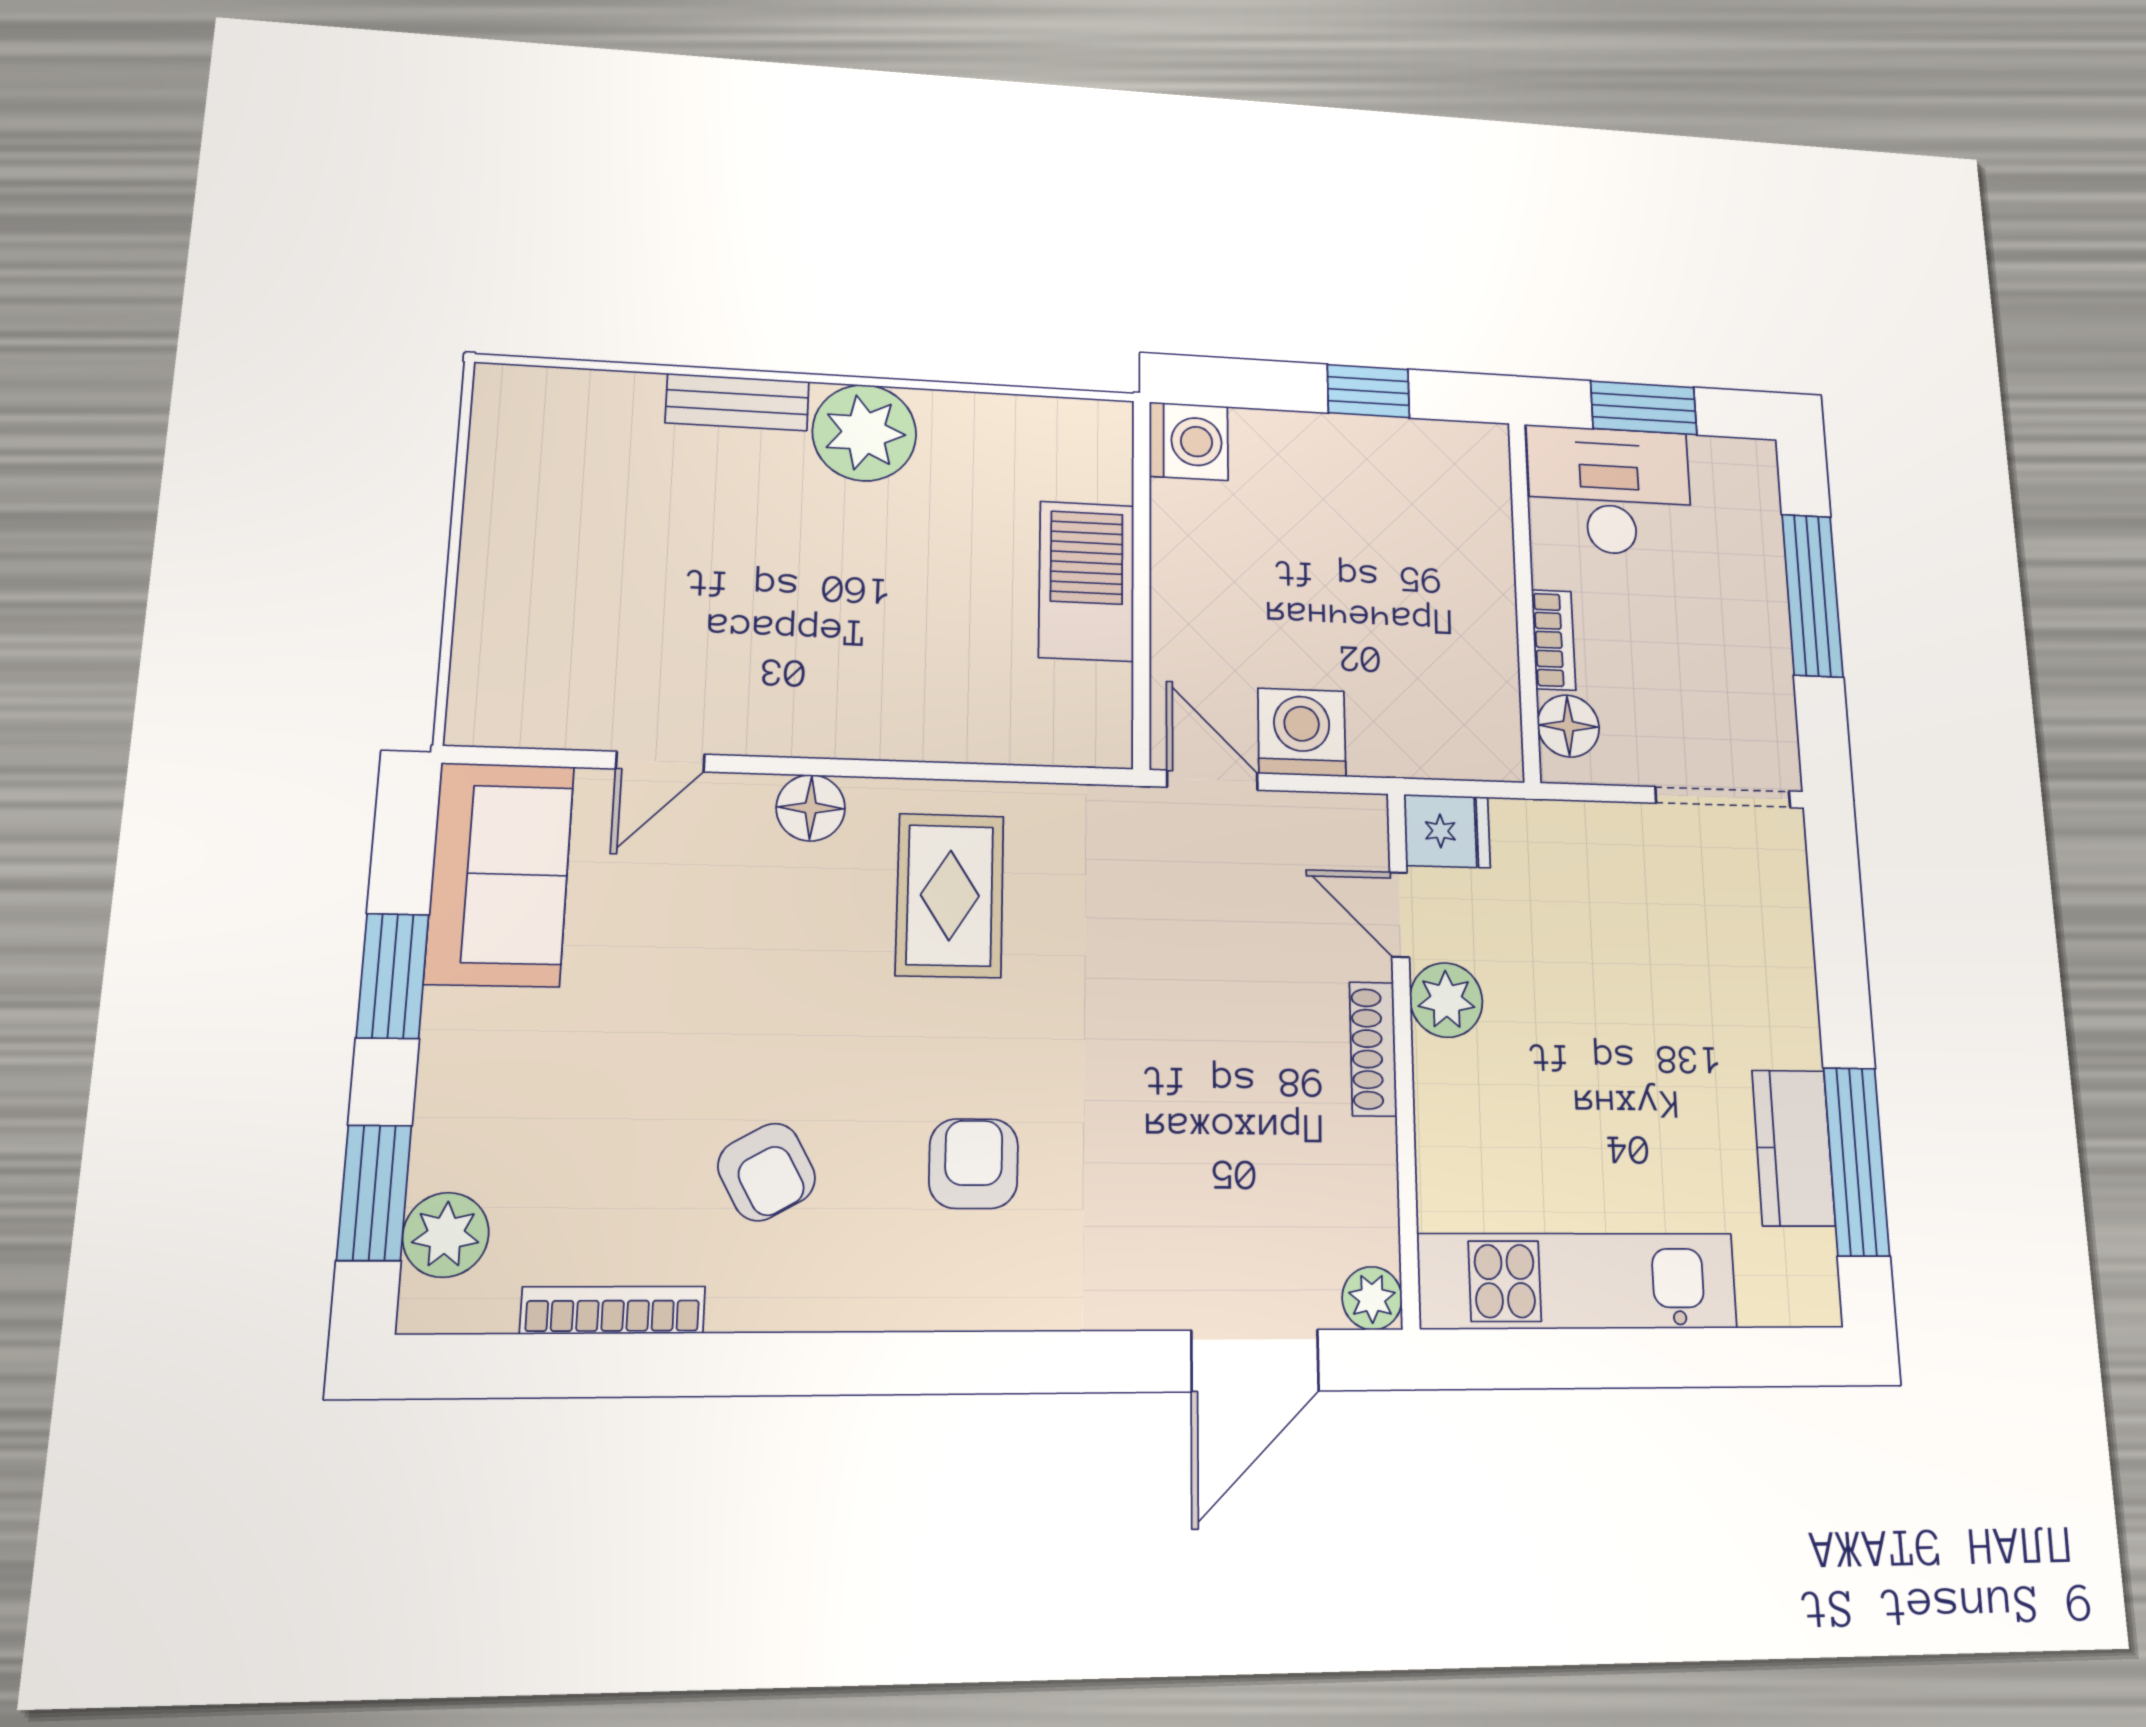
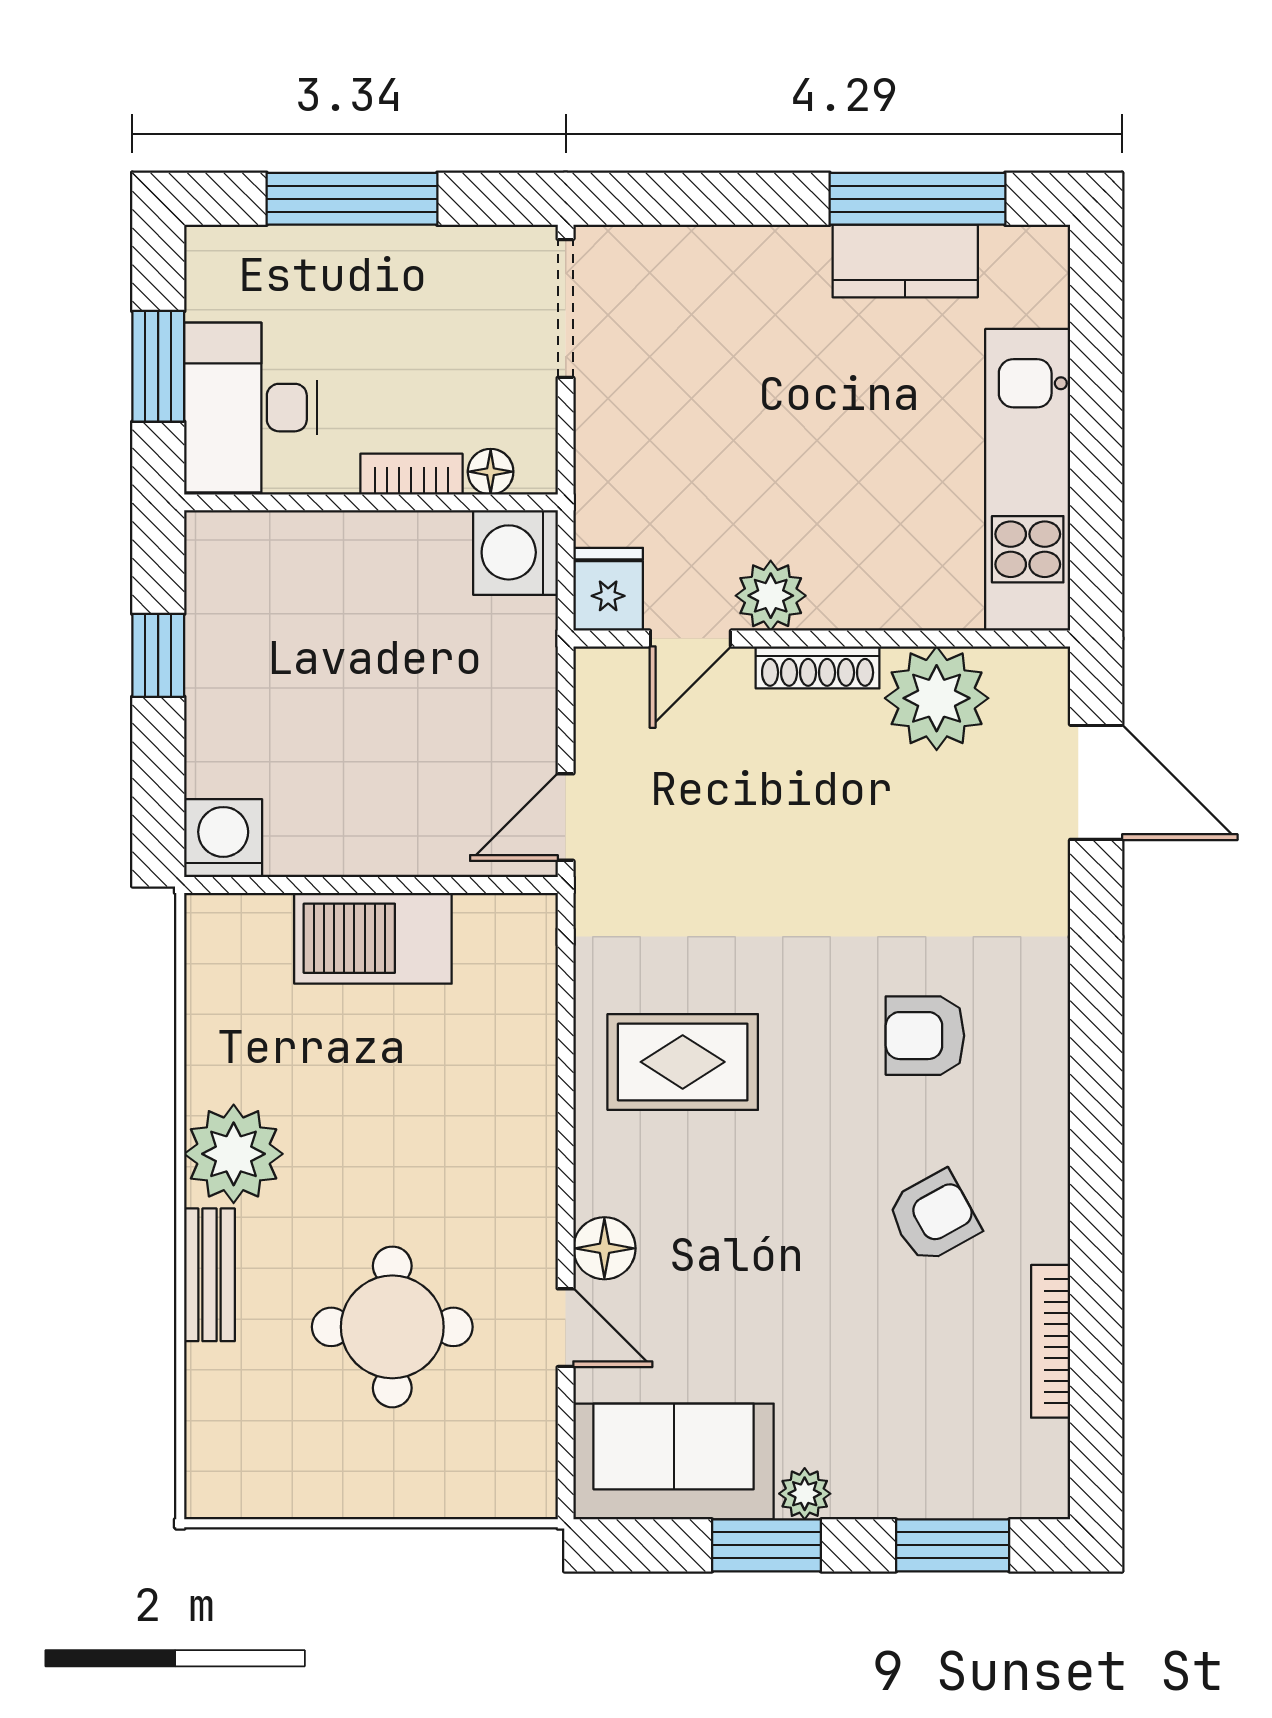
round table: (671, 581) -> (392, 1327), added
floor lamp: (1568, 726) -> (491, 472), width x0.73, depth x0.73
washing machine: (1302, 732) -> (515, 552), moved
floor lamp: (811, 808) -> (604, 1248), moved
plant: (446, 1235) -> (805, 1494), moved, width x0.73, depth x0.73
plant: (1372, 1298) -> (937, 698), moved, width x1.88, depth x1.88

